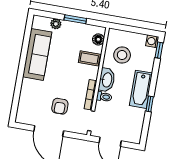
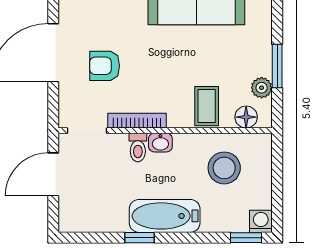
plant: (56, 24) -> (262, 88), moved
washbasin: (107, 80) -> (160, 143), width x0.52, depth x0.69

